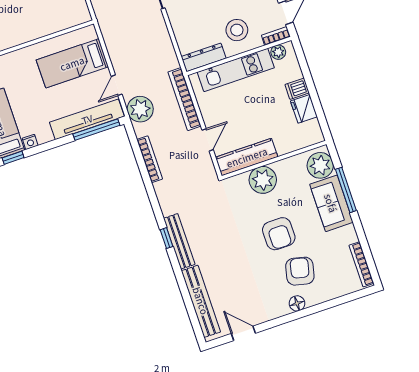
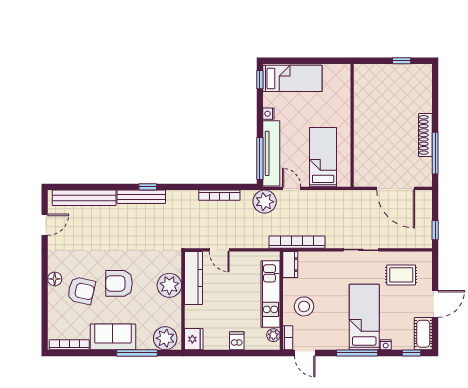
dresser: (204, 57) -> (290, 265), width x0.70
bookcase: (184, 99) -> (297, 242), moved
fridge: (304, 109) -> (194, 339), moved, turned 90
nightstand: (30, 142) -> (268, 114), moved
sofa: (331, 203) -> (113, 337), moved

